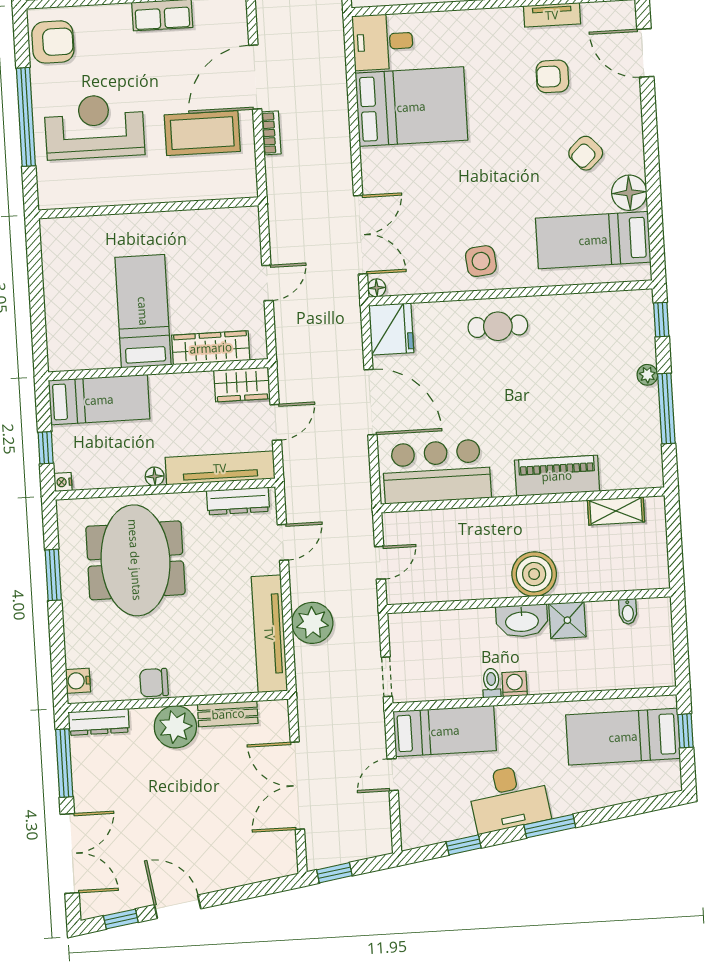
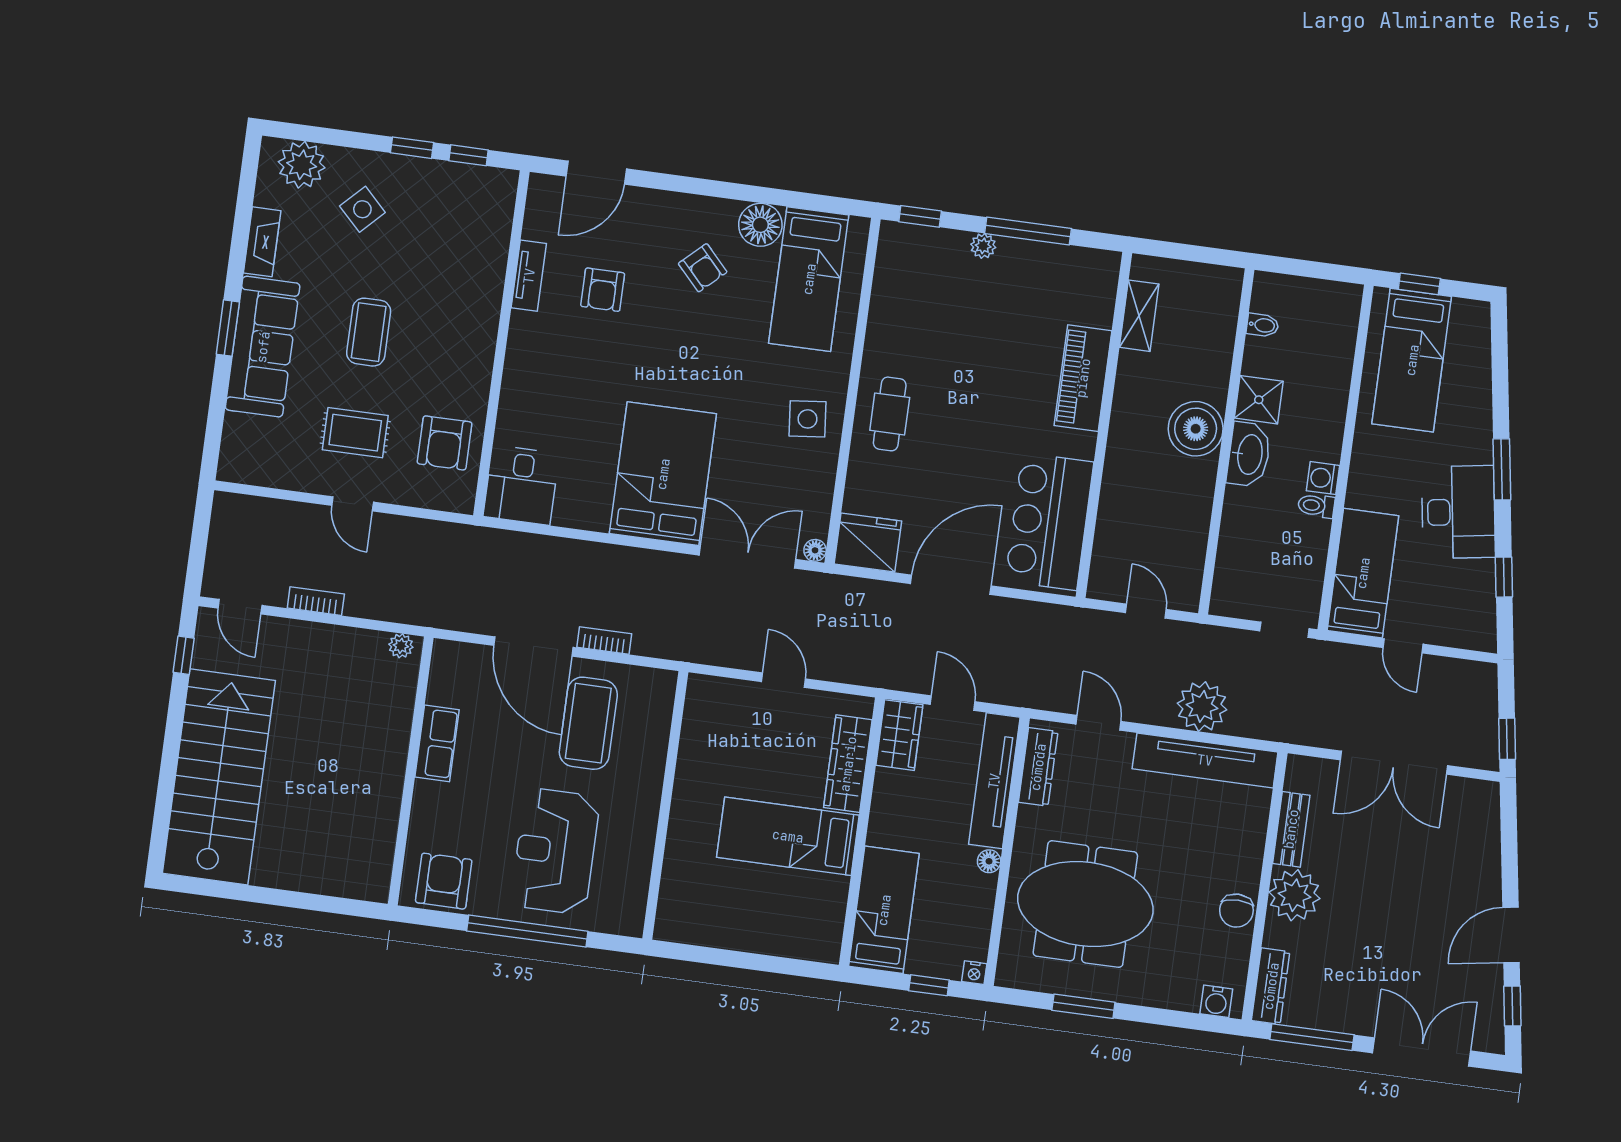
bed: (411, 107) -> (663, 474), moved

